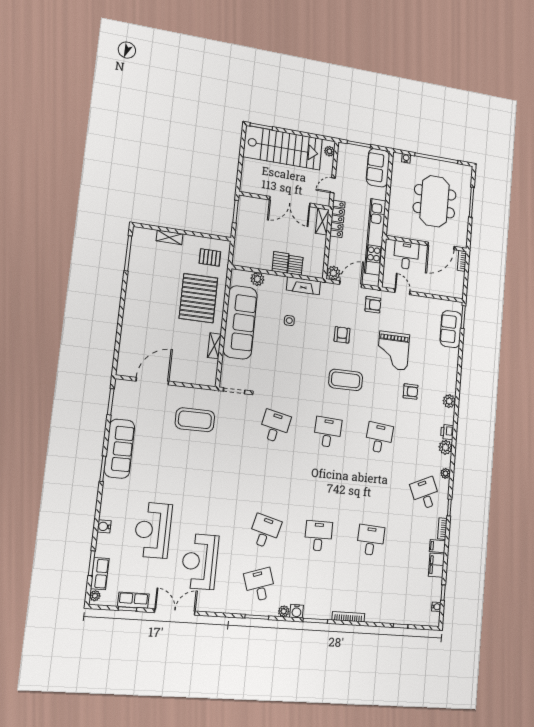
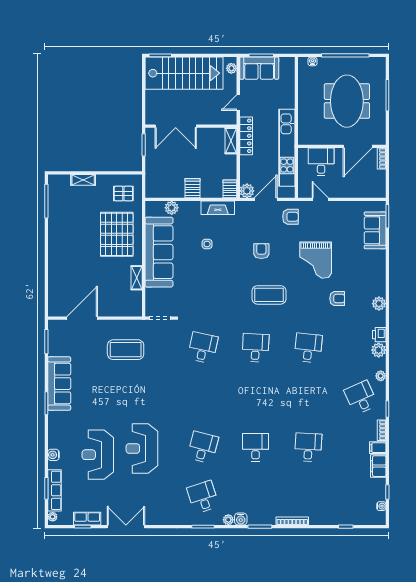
sofa: (378, 168) -> (259, 68), moved, turned -90
double door: (290, 202) -> (176, 126), moved
server rack: (295, 265) -> (230, 189), moved
reception desk: (200, 562) -> (142, 448), moved
row of seats: (100, 574) -> (54, 490), width x1.48

